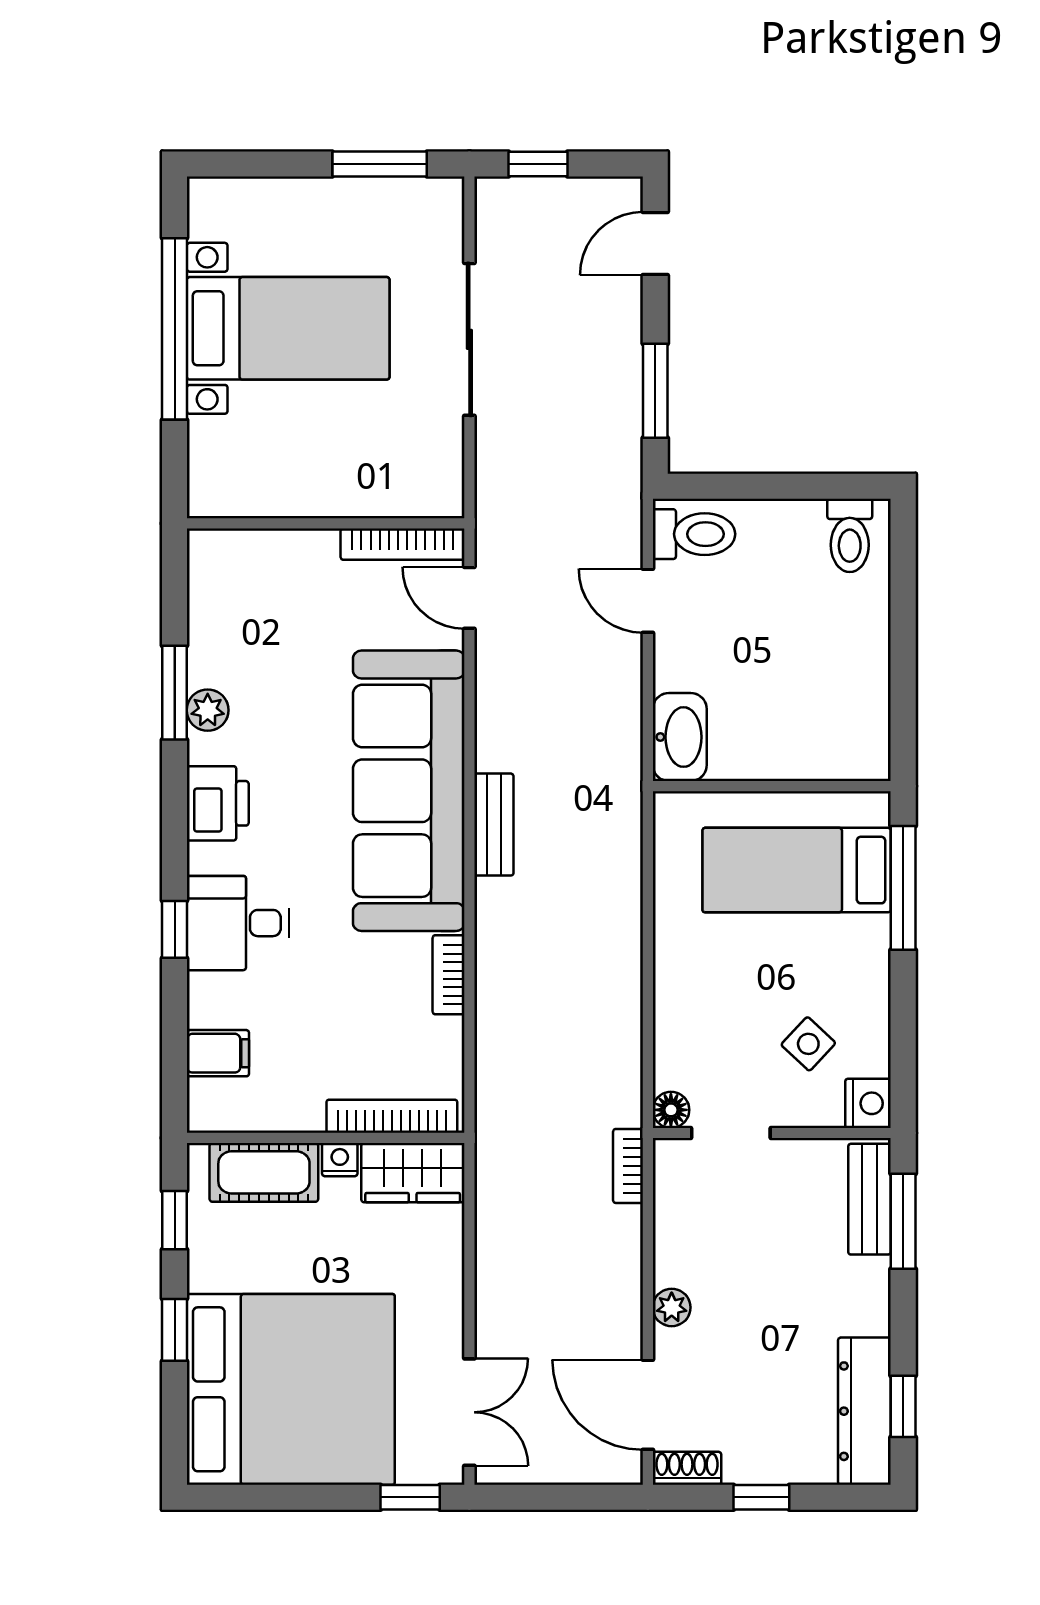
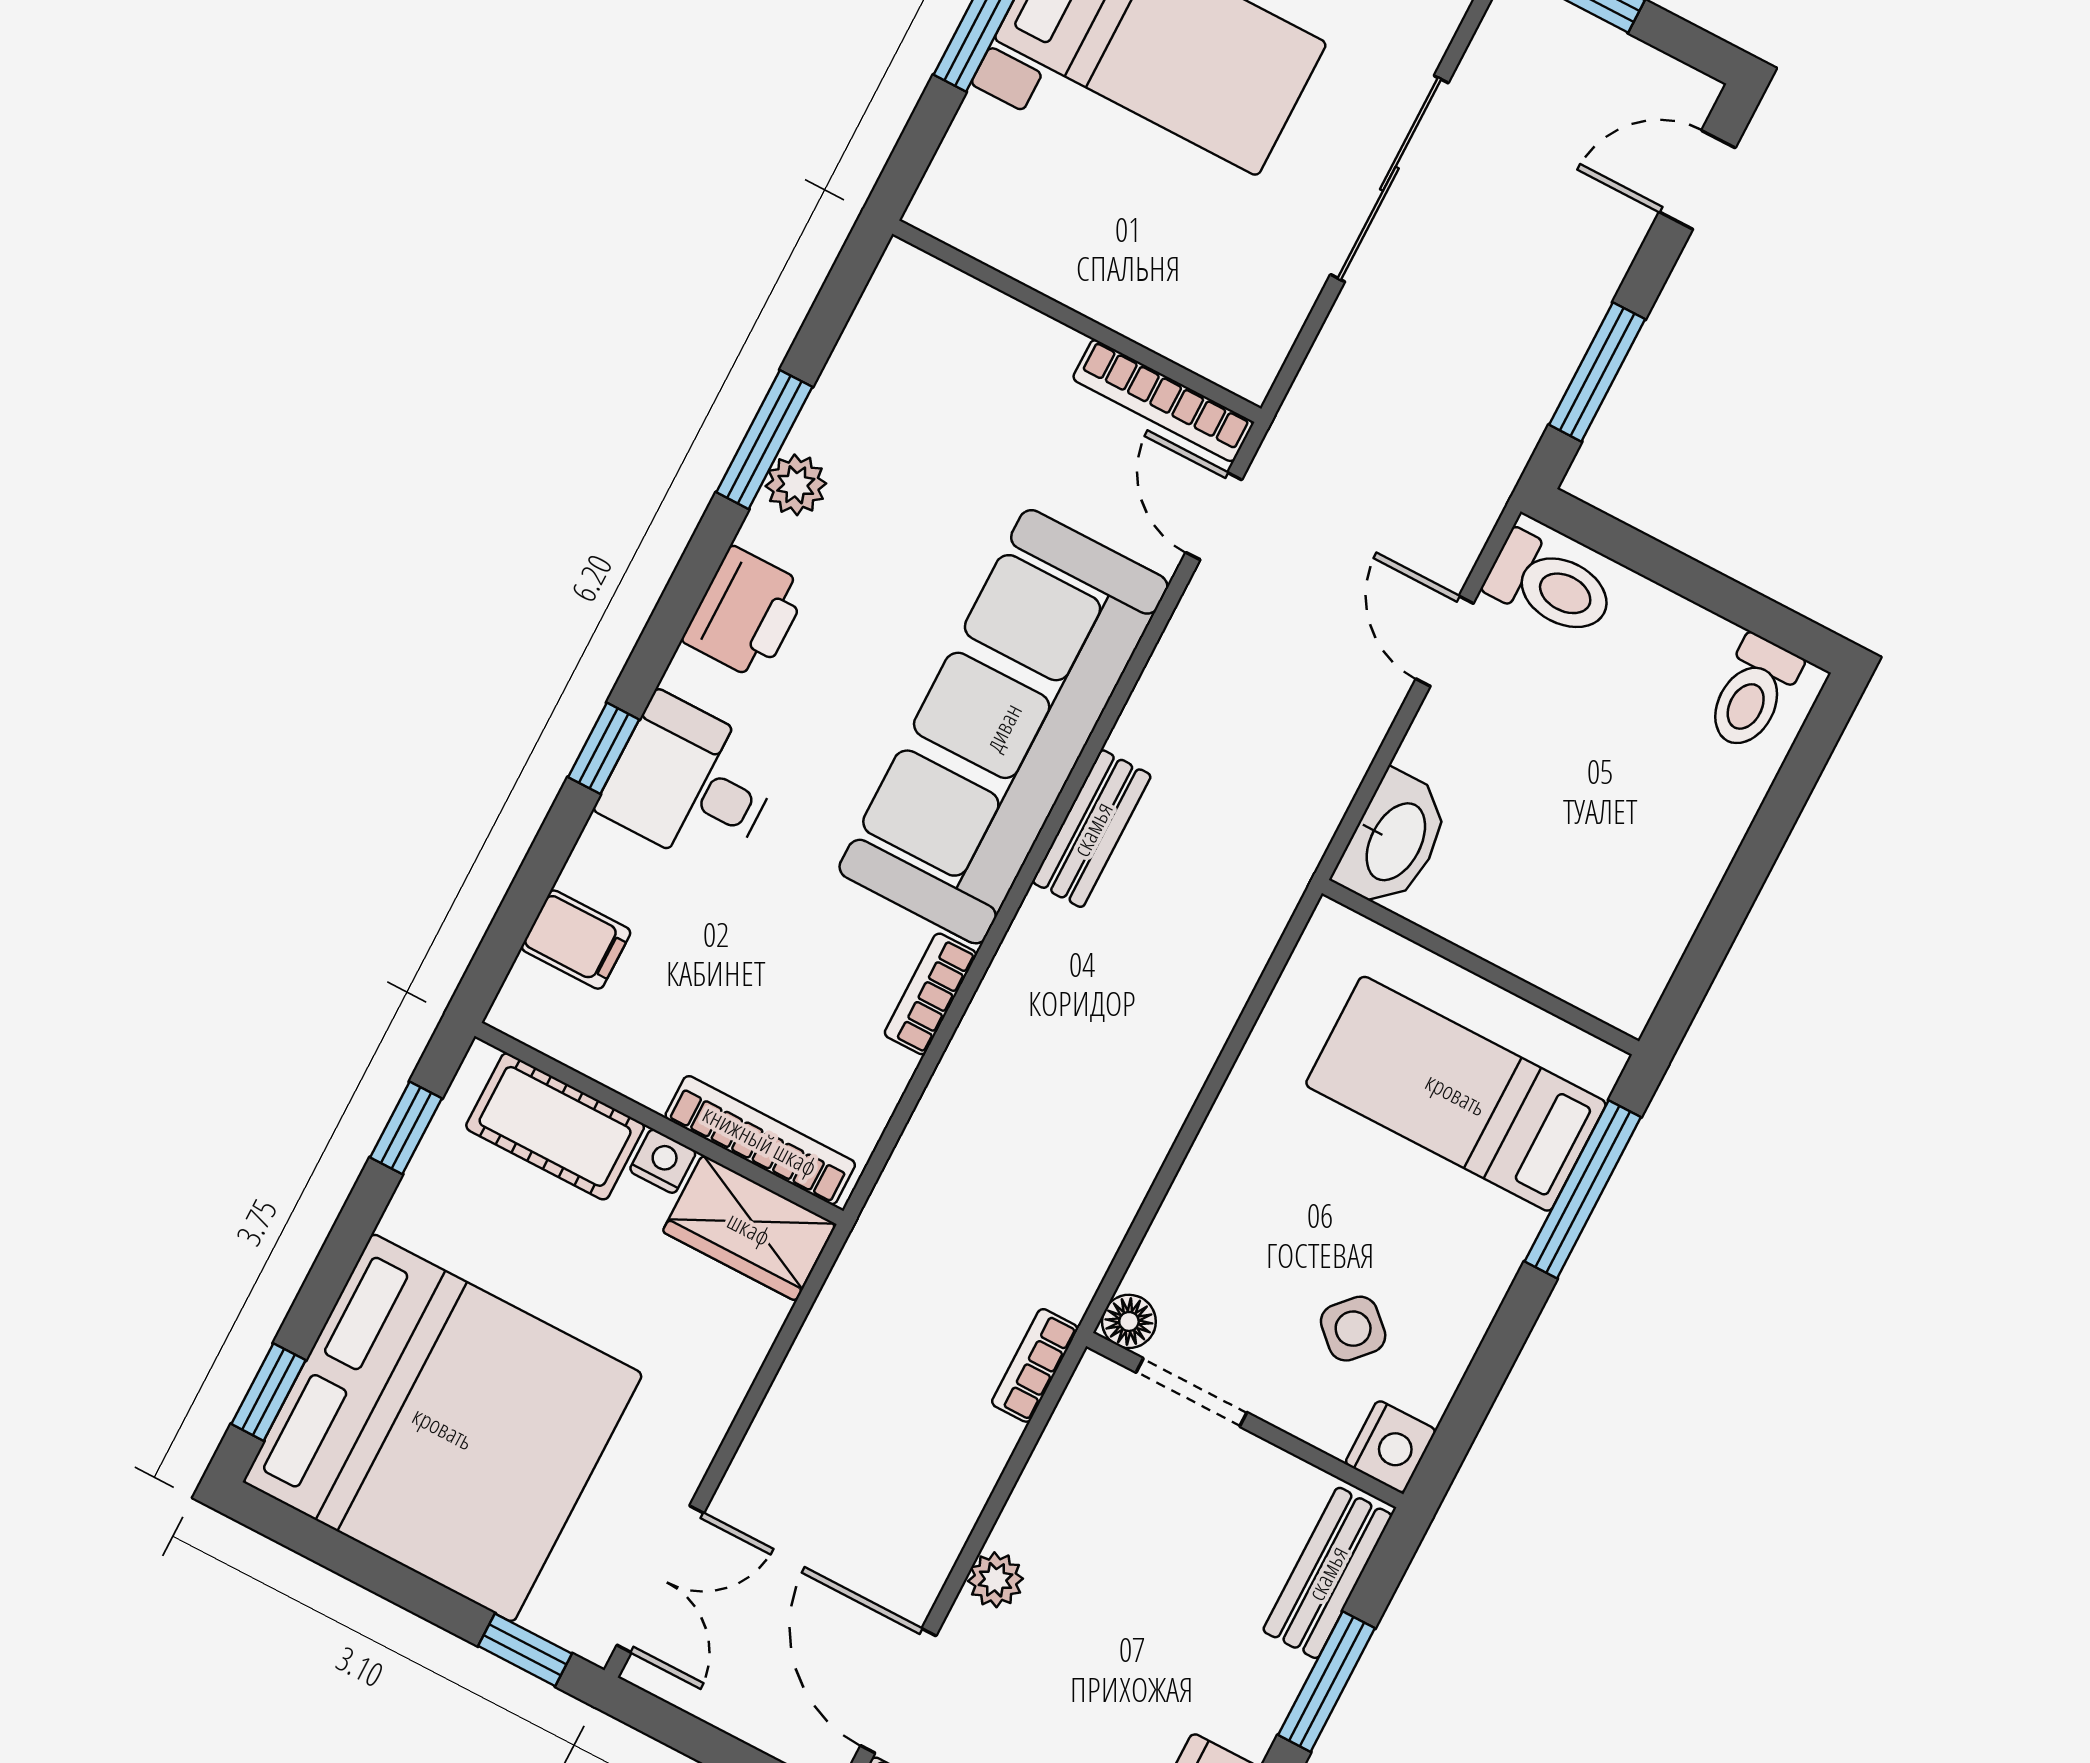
window: (903, 1221) -> (1327, 1682), moved
window: (175, 1330) -> (268, 1392), moved

